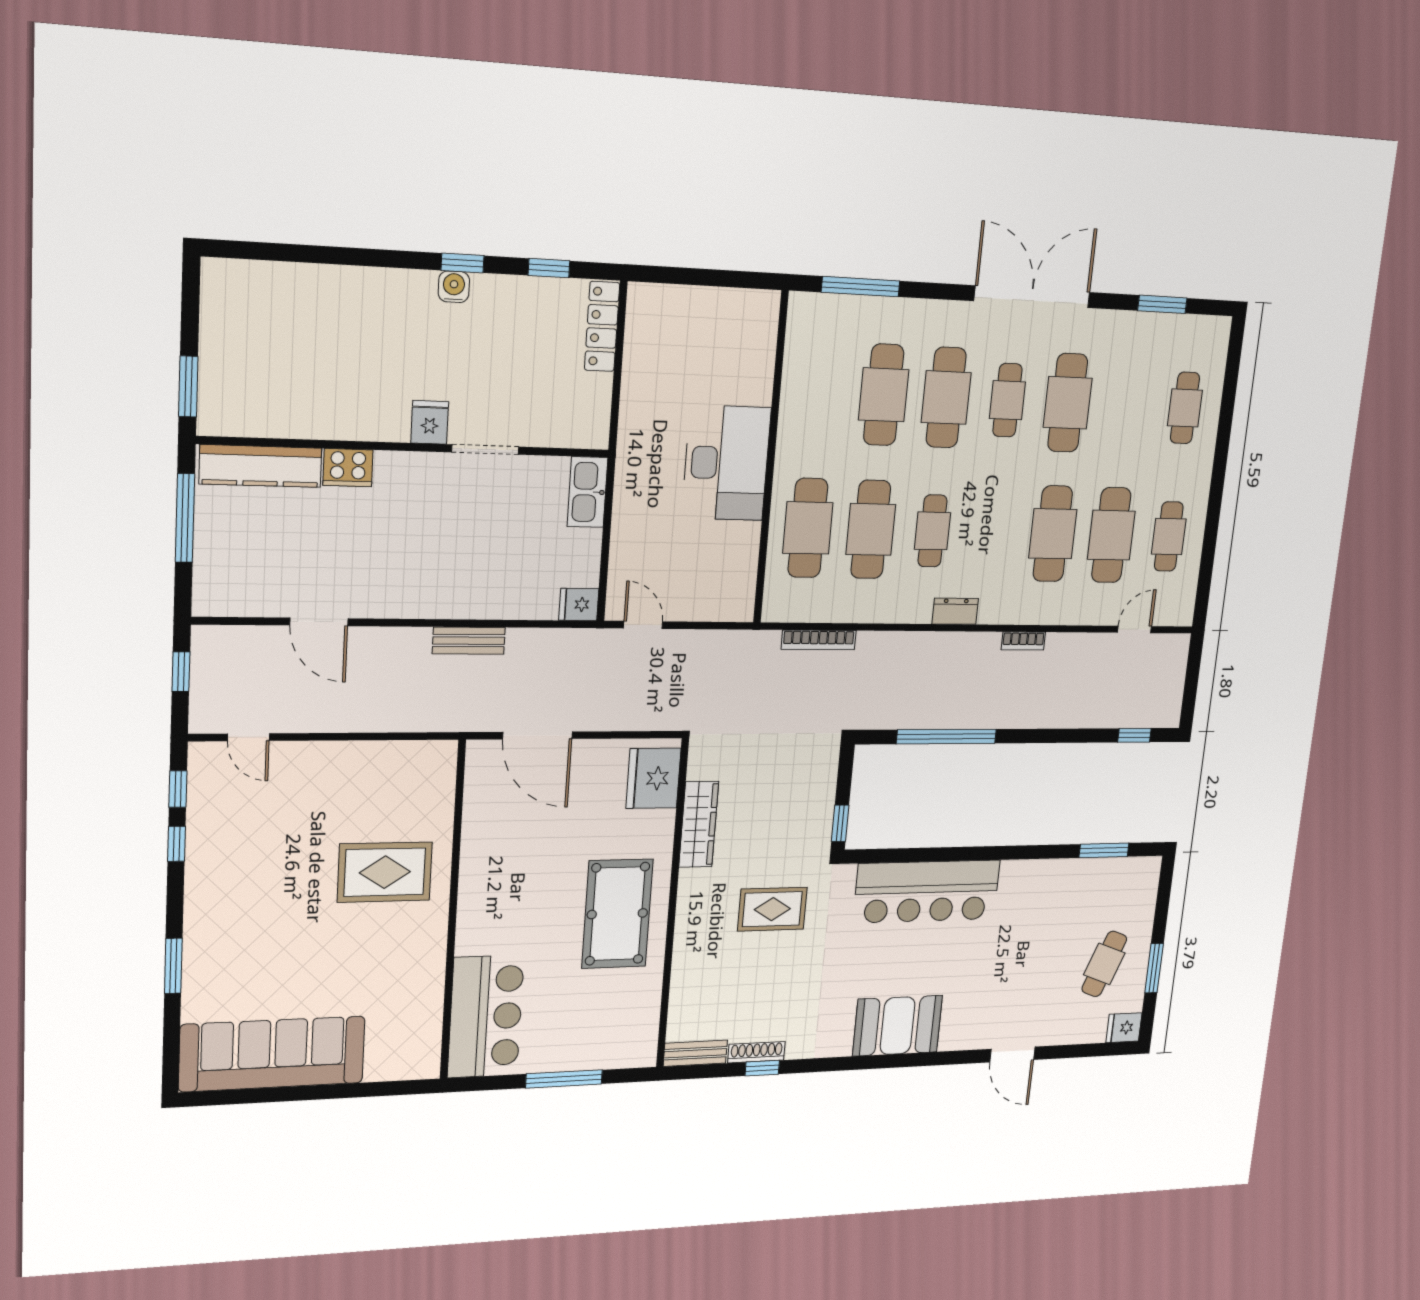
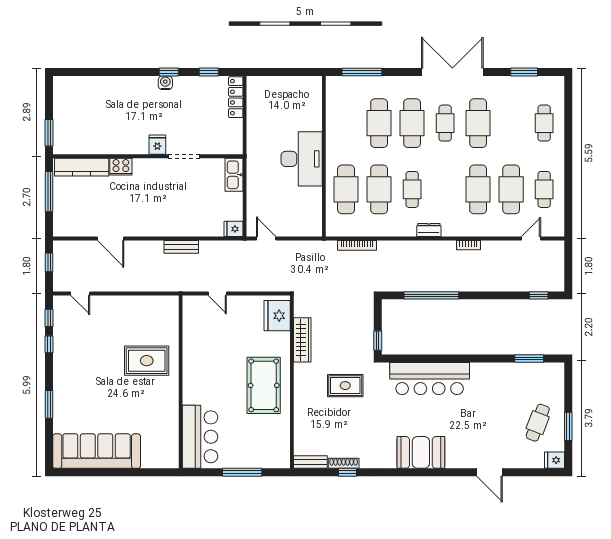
door: (538, 735) -> (217, 293), width x0.53

